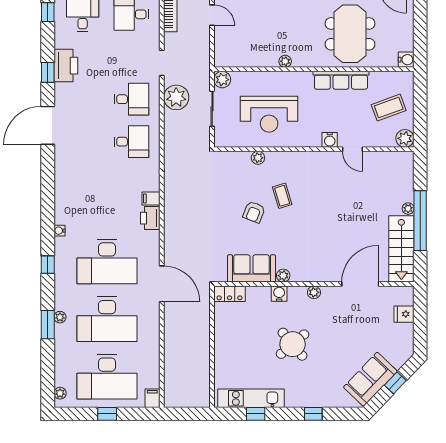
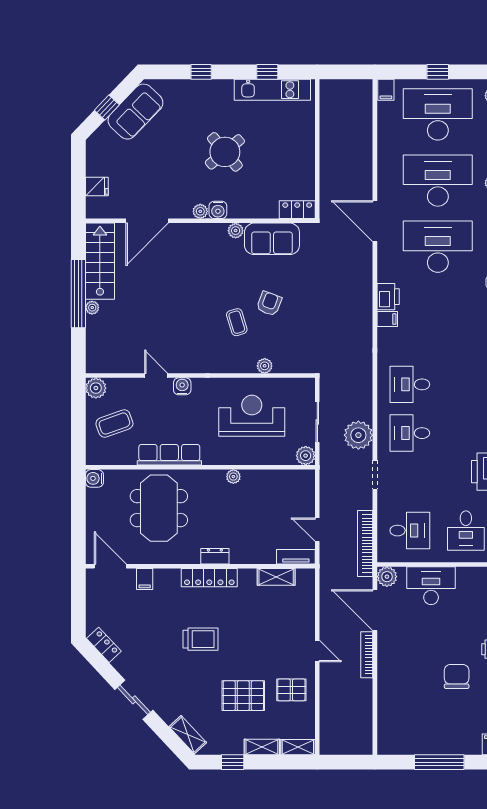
water cooler: (279, 294) -> (218, 210), moved

